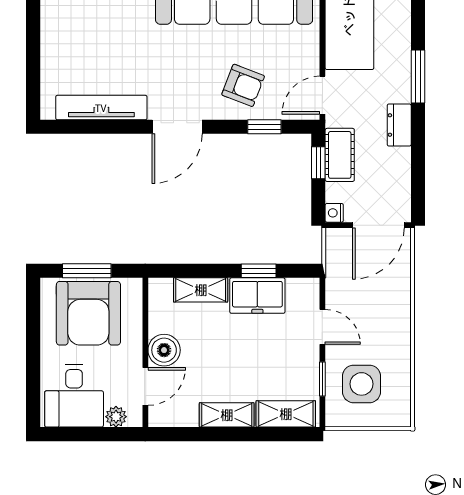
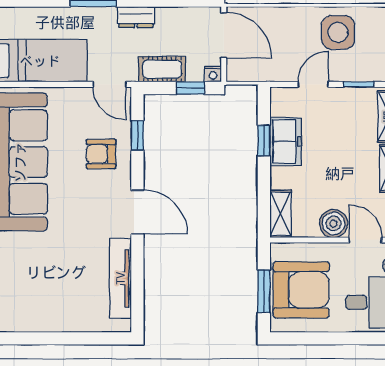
armchair: (243, 85) -> (101, 154), turned -111
window: (318, 163) -> (191, 88), moved
shelving: (201, 290) -> (281, 214), moved
side table: (361, 384) -> (338, 32), moved

